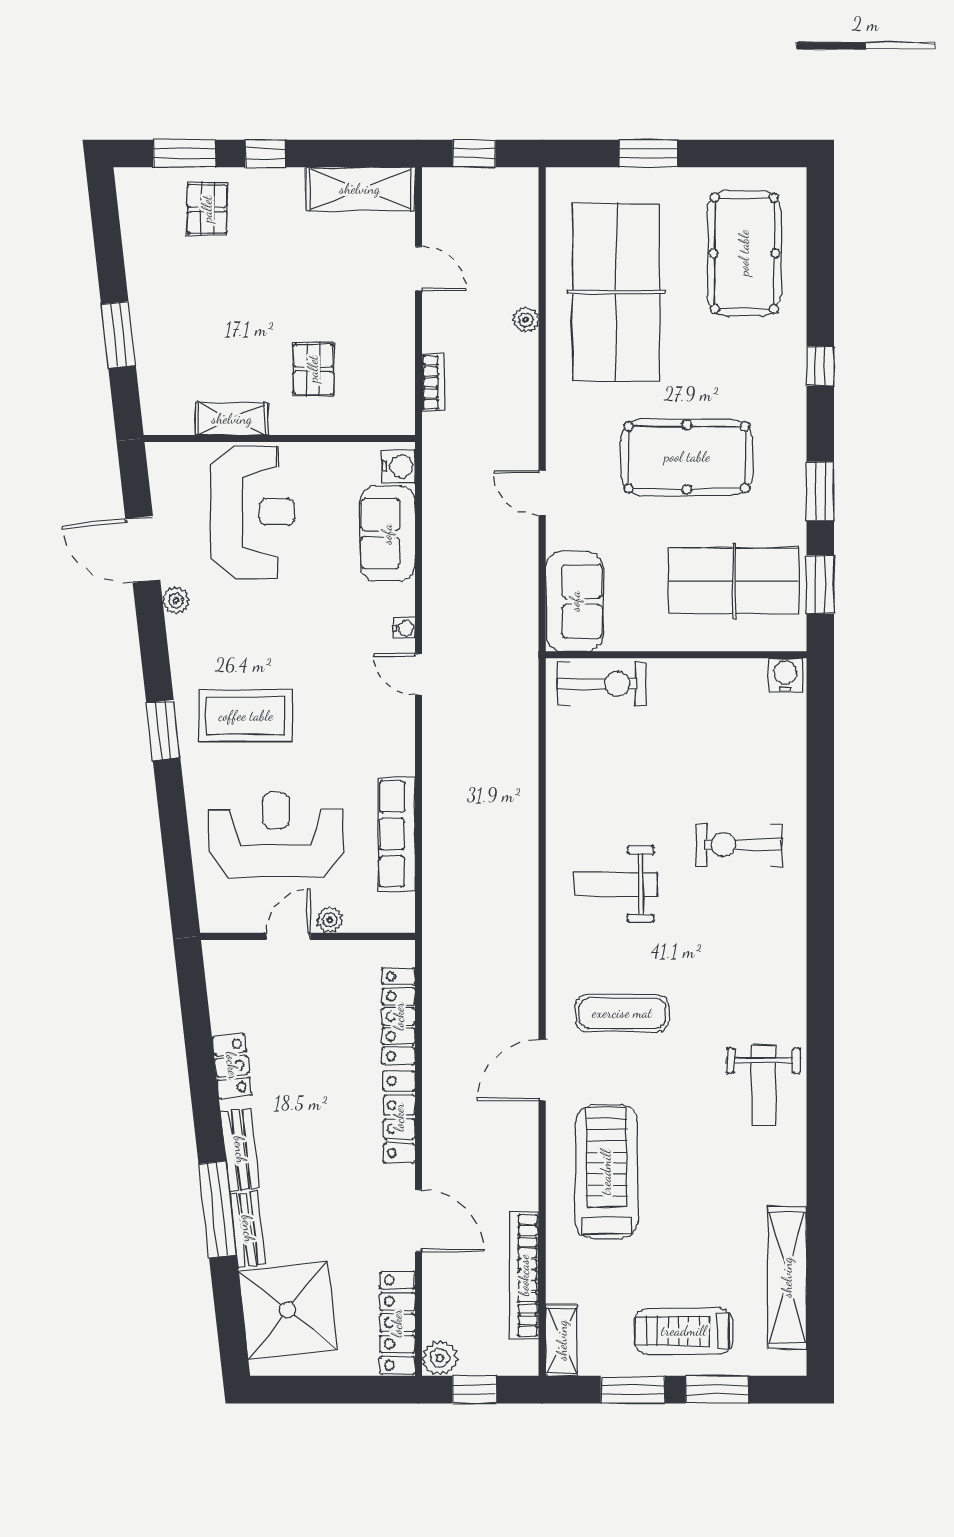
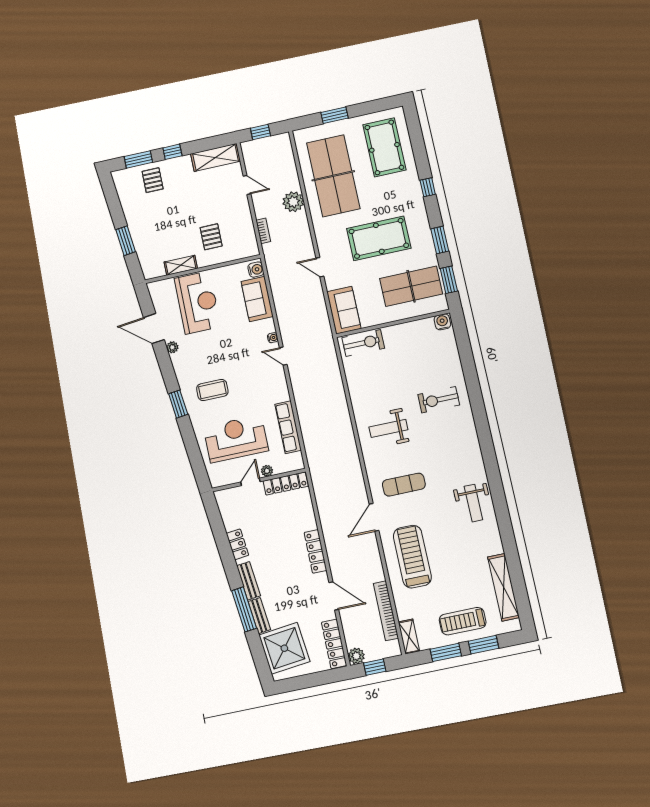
plant: (526, 320) -> (293, 202), width x1.87, depth x1.87
coffee table: (246, 716) -> (212, 390), width x0.73, depth x0.76
locker: (399, 1016) -> (286, 484), moved, turned -90

